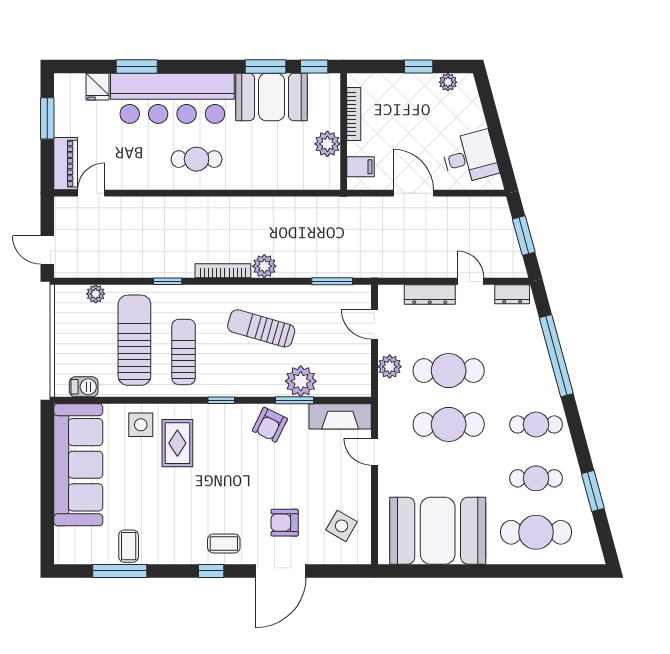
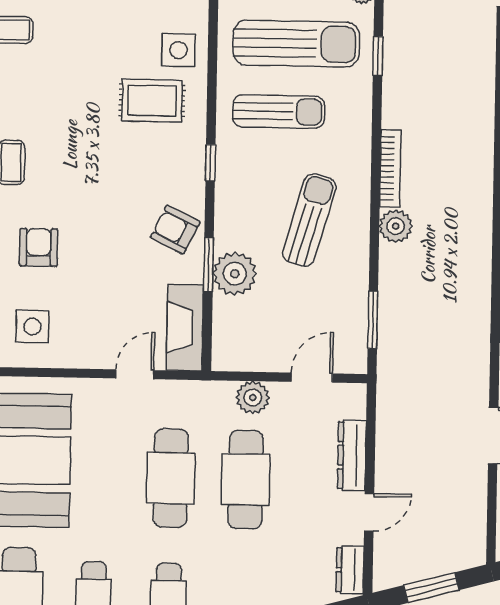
window: (168, 281) -> (378, 56), moved
side table: (342, 526) -> (32, 326), turned -30

